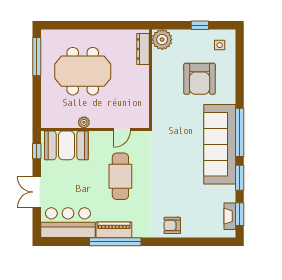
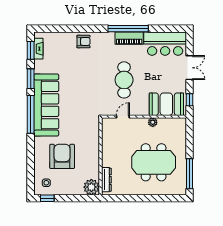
window: (200, 25) -> (47, 198), moved

